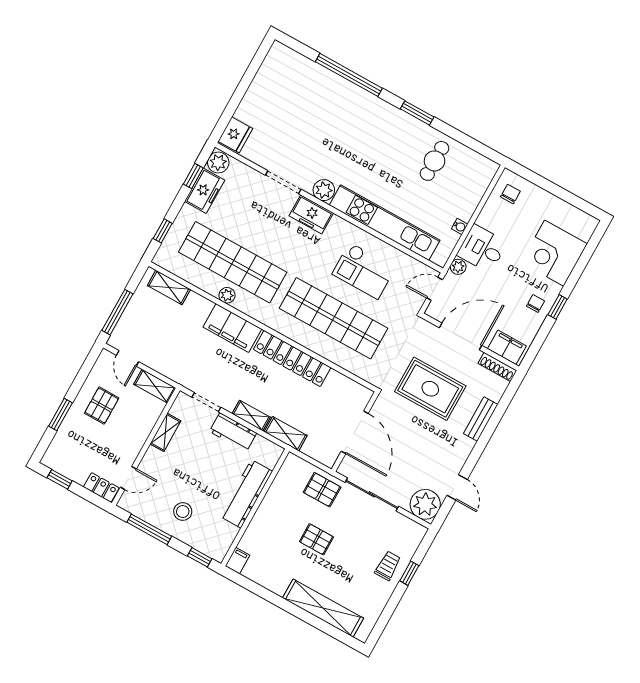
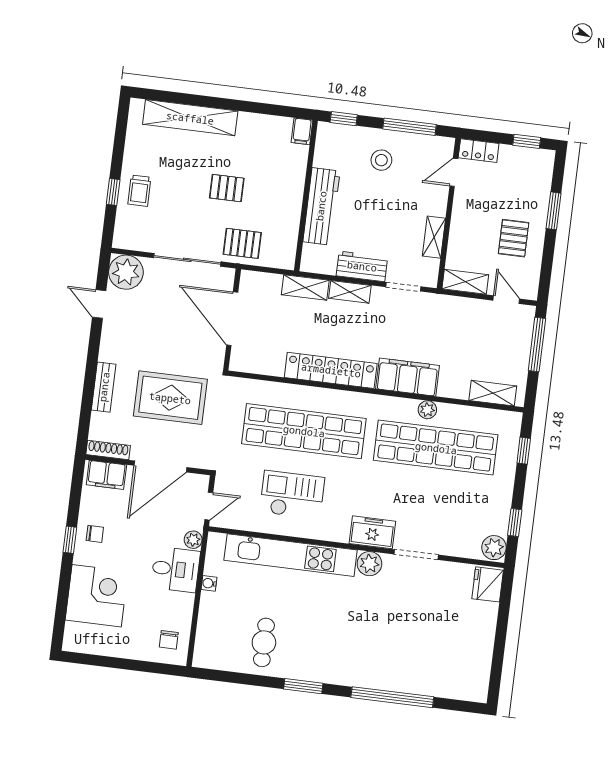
freezer: (205, 191) -> (496, 512), removed
chair: (536, 304) -> (95, 534), turned -90

